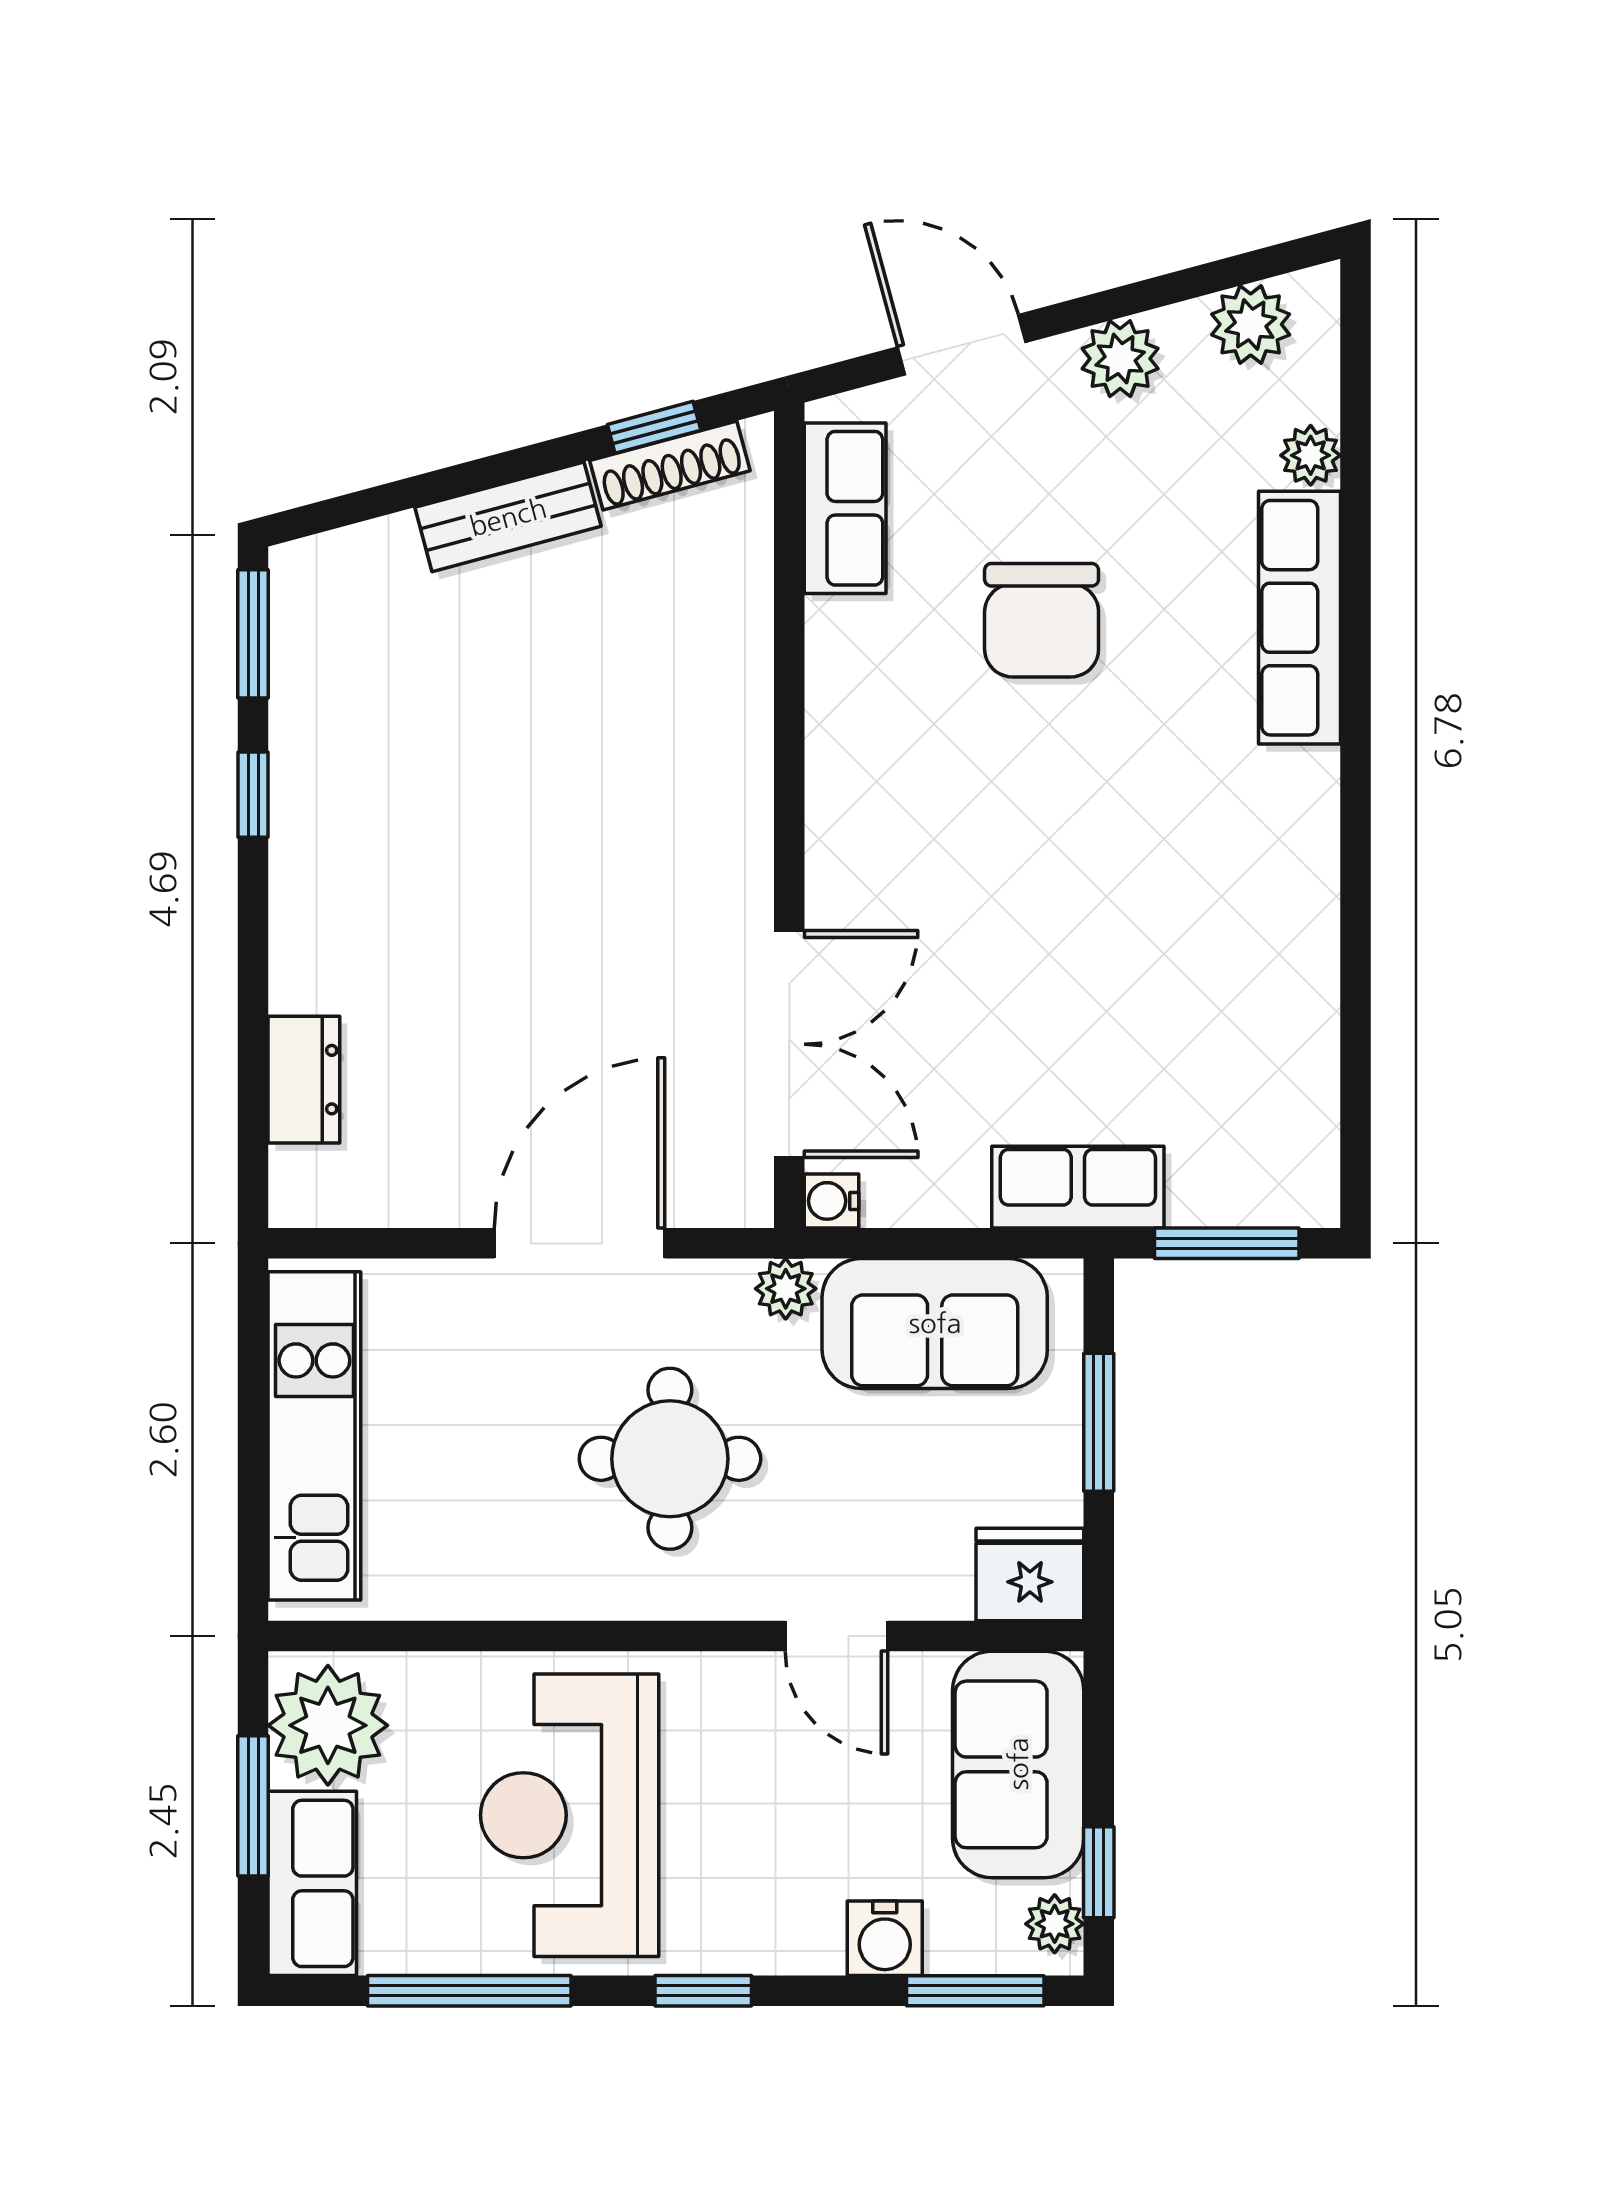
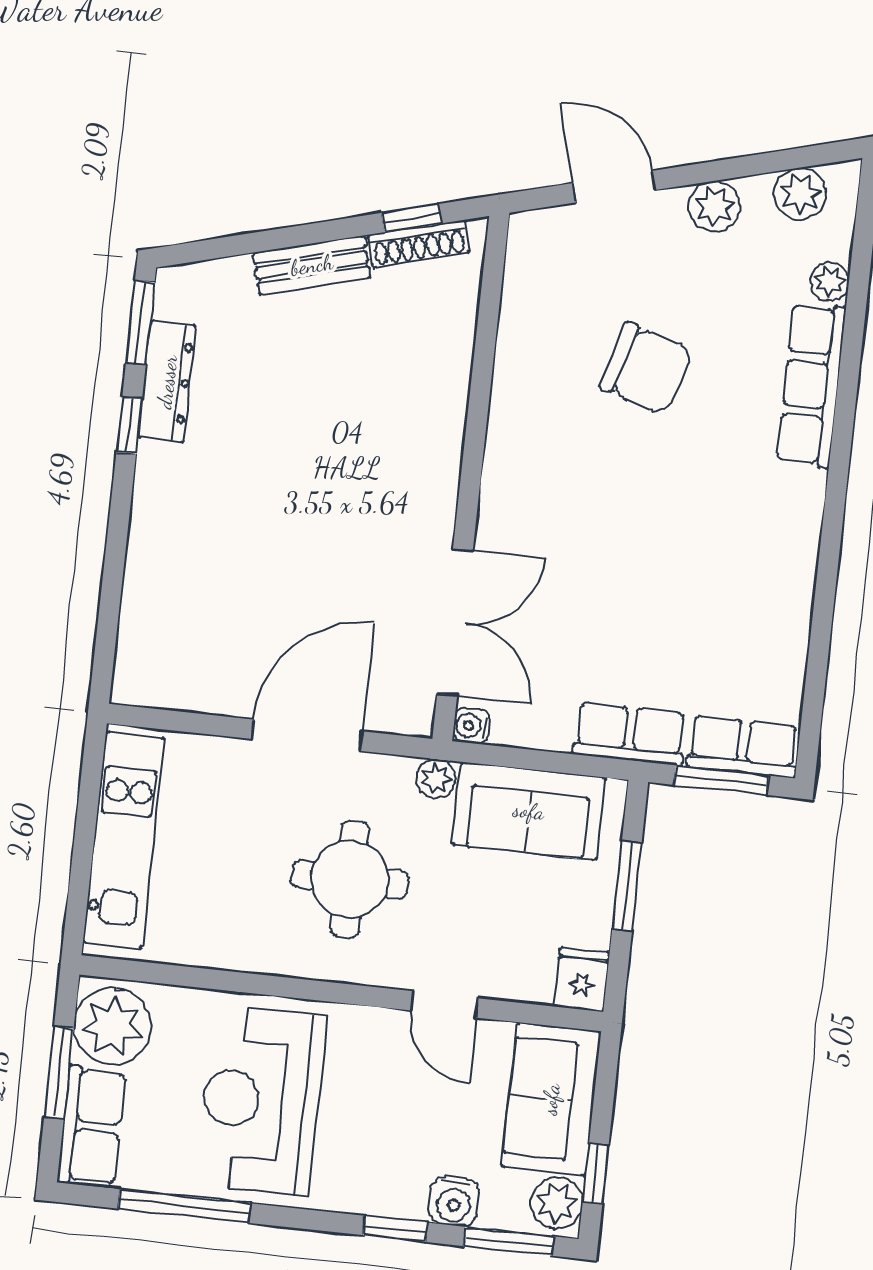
row of seats: (845, 508) -> (743, 746), moved, turned -90
chair: (1042, 620) -> (646, 369), turned -73
dresser: (304, 1080) -> (167, 382), moved, width x1.44
fridge: (1030, 1575) -> (582, 980), width x0.72
plant: (1055, 1924) -> (557, 1203), width x1.38, depth x1.38
window: (703, 1991) -> (395, 1229), moved

